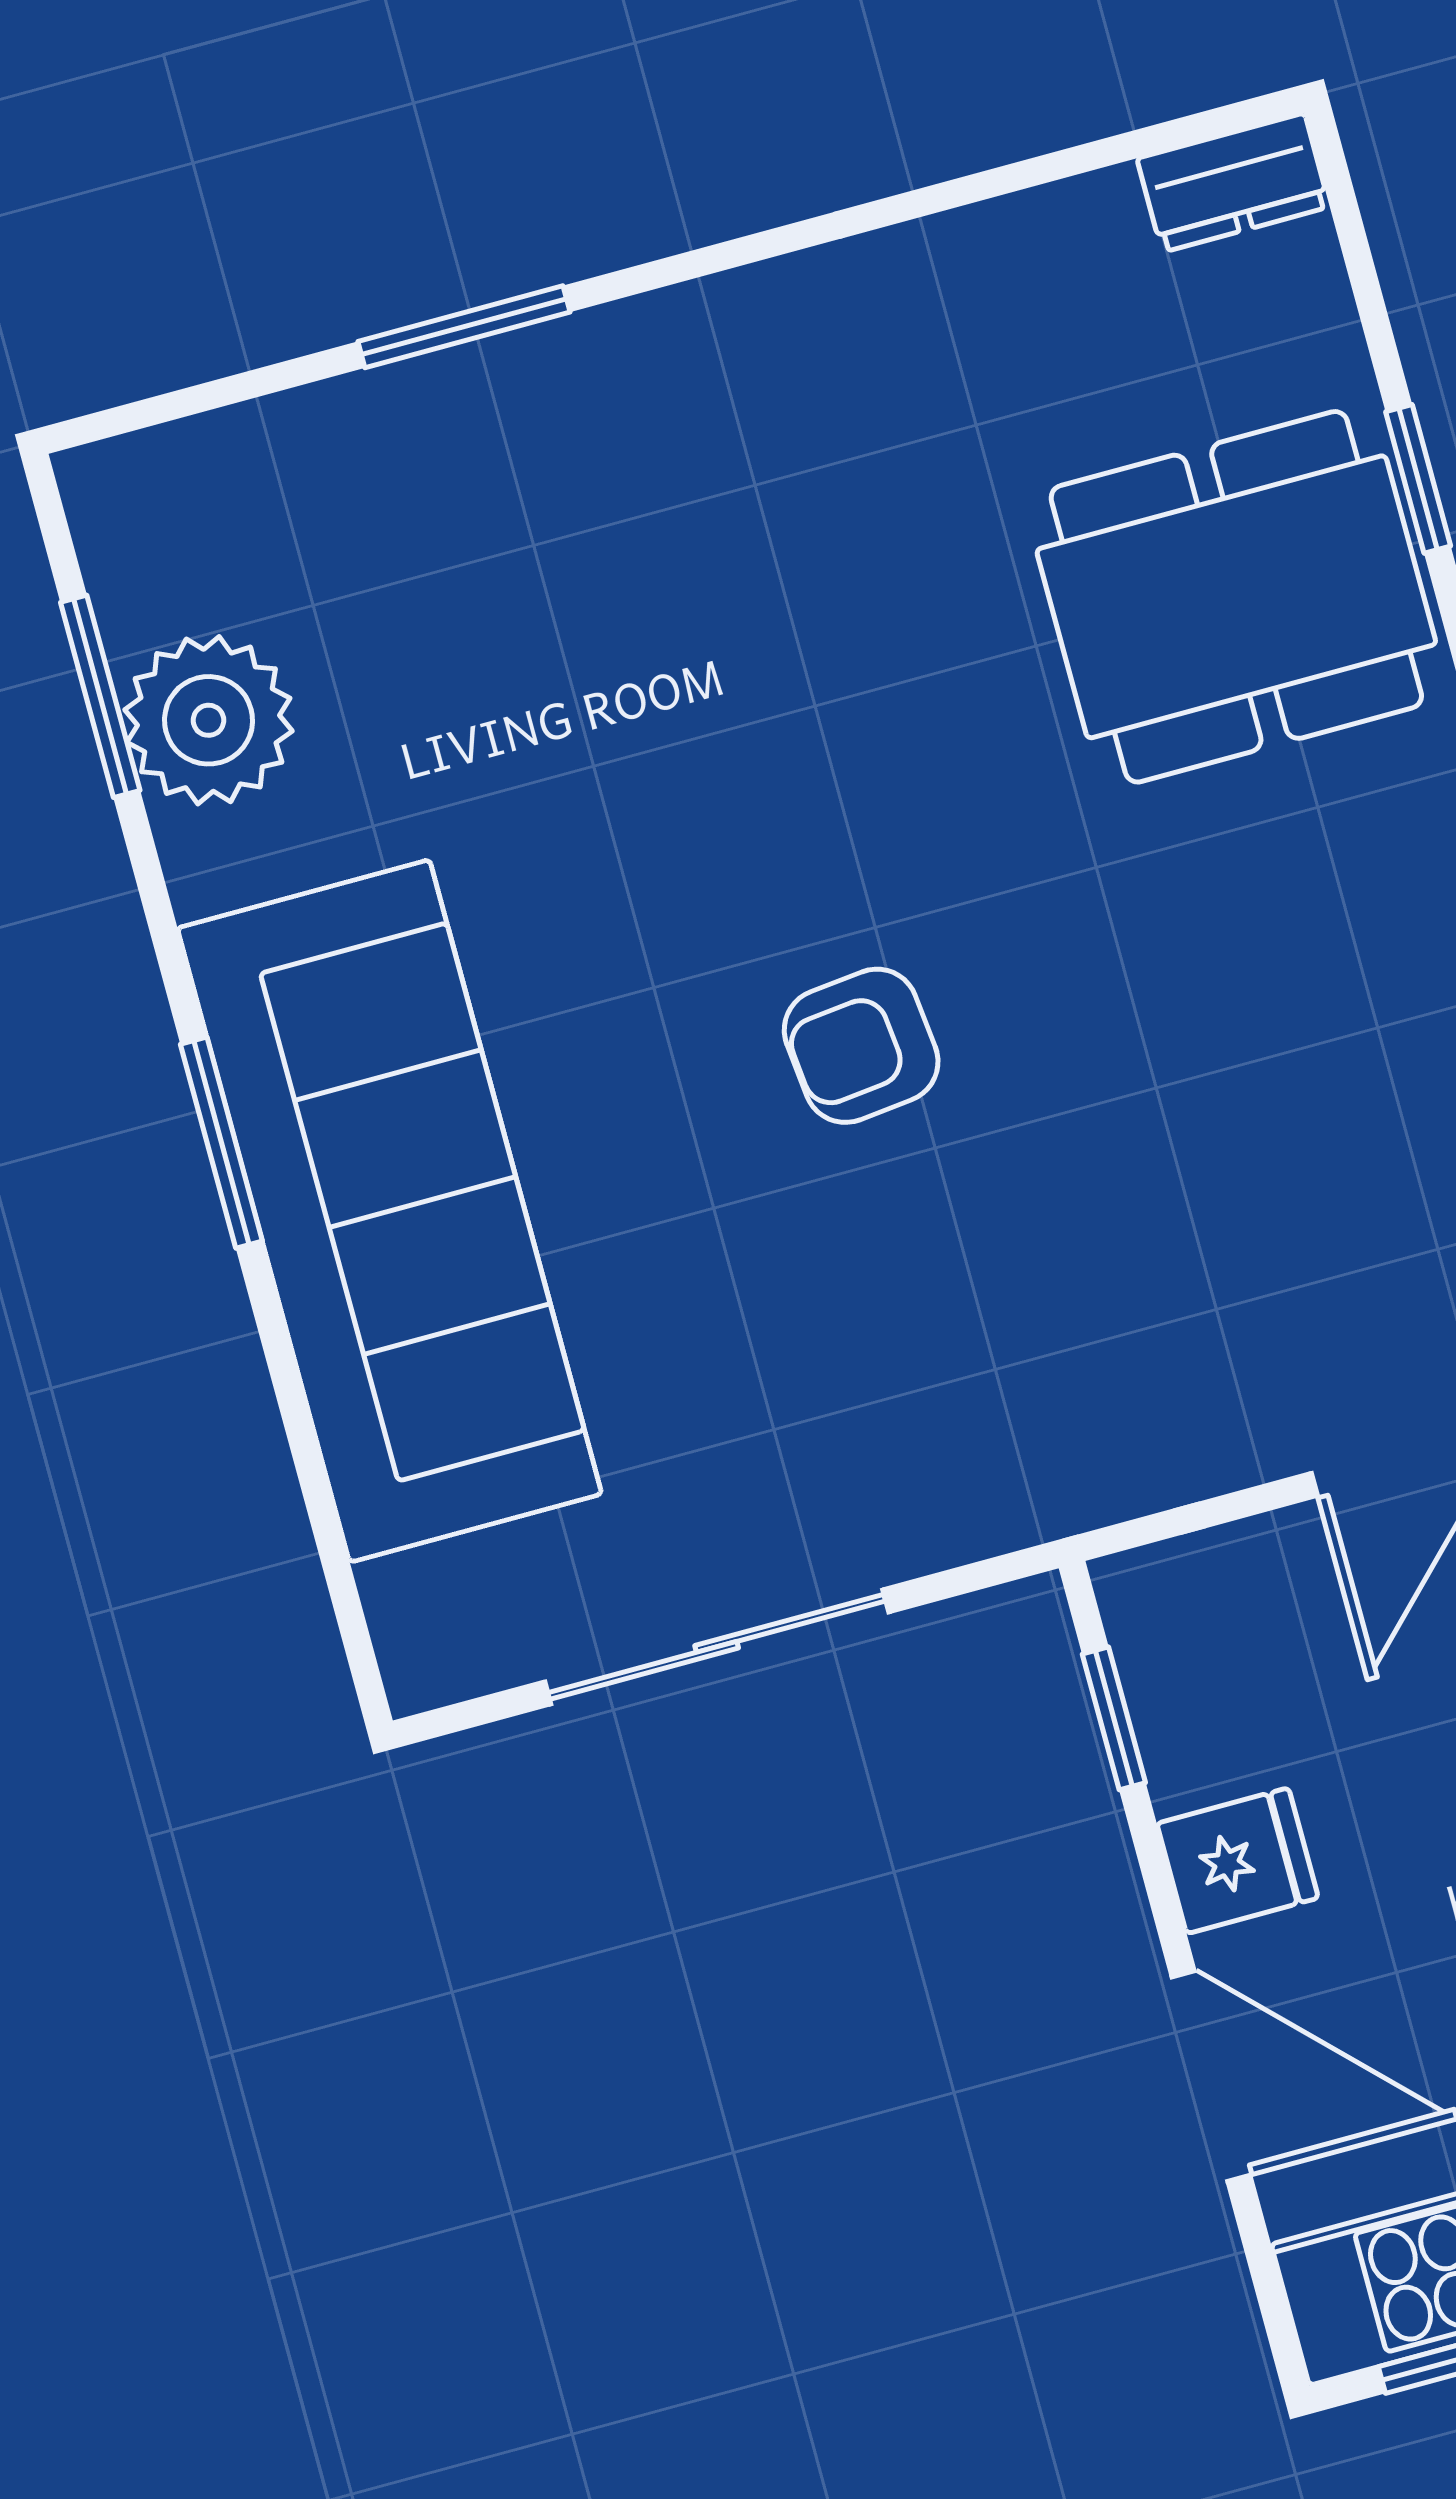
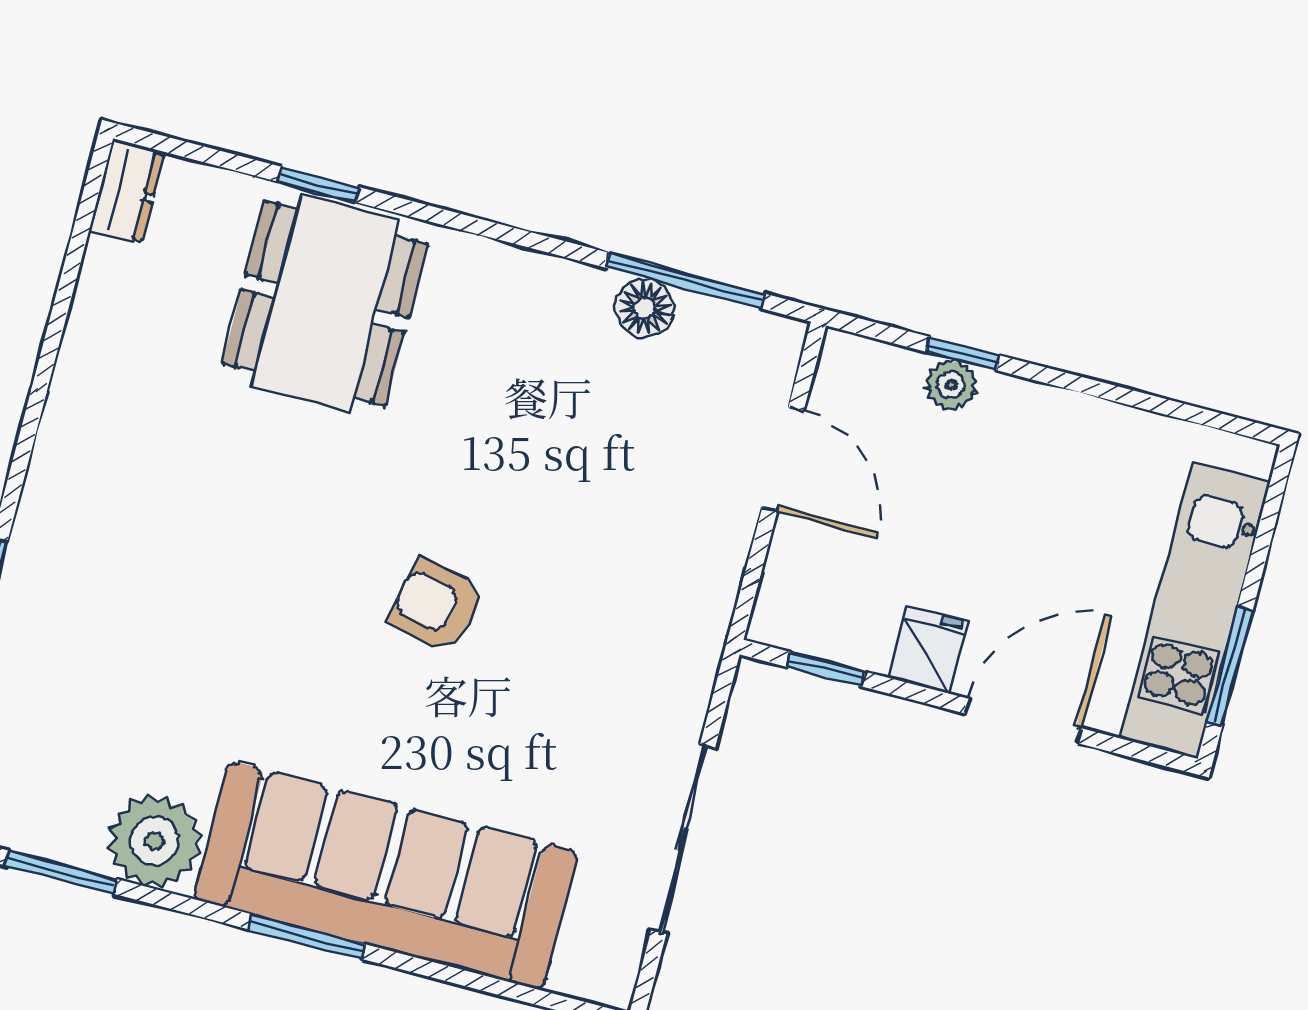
plant: (209, 720) -> (155, 841), moved
armchair: (861, 1046) -> (436, 605), turned 108

